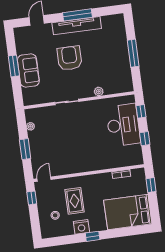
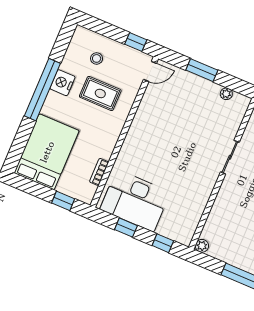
plant: (99, 91) -> (202, 246), moved
desk: (123, 125) -> (135, 201), moved
door: (44, 179) -> (150, 71), hinge flipped
window: (93, 236) -> (42, 90), width x3.17

